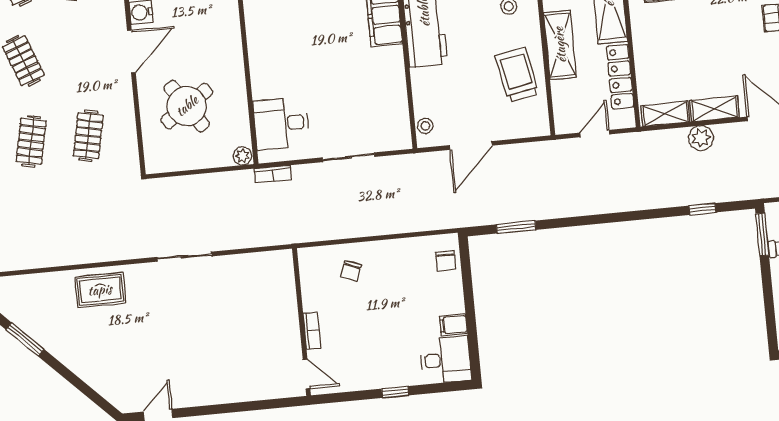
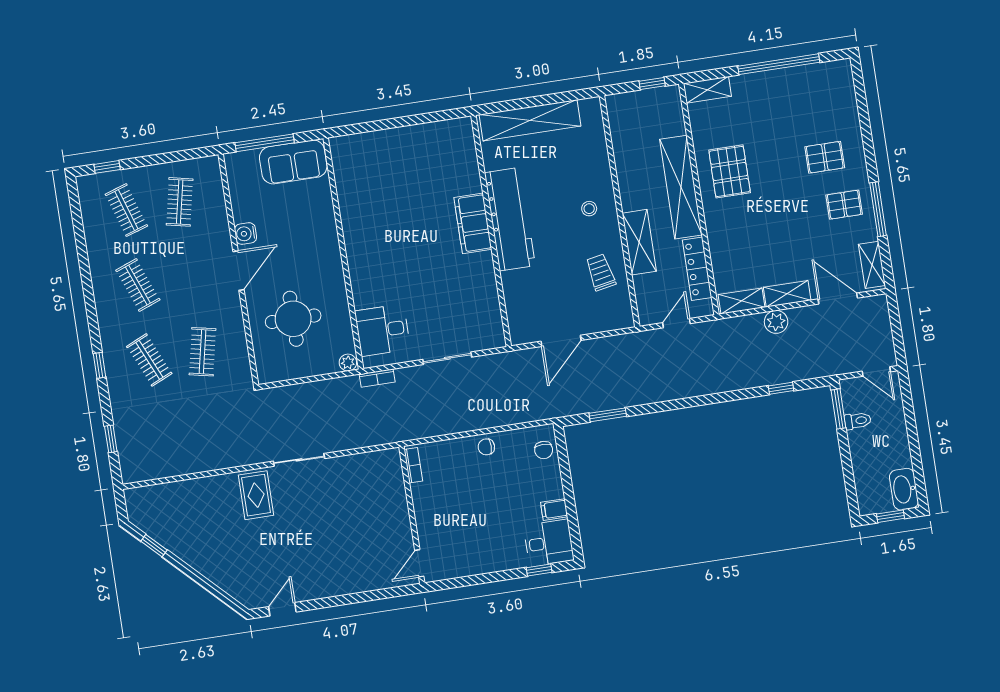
trolley: (517, 75) -> (601, 272), width x0.73, depth x0.72
round table: (187, 106) -> (293, 319), turned 34
stool: (425, 126) -> (517, 325), removed
clothes rail: (31, 141) -> (149, 360), turned -36
chair: (351, 271) -> (486, 447), moved, turned 69
rug: (100, 290) -> (256, 495), moved, turned 90
bookcase: (312, 331) -> (413, 465), moved
window: (25, 339) -> (154, 546), width x0.67
door: (306, 374) -> (419, 563), swing flipped
window: (395, 392) -> (539, 570), moved

